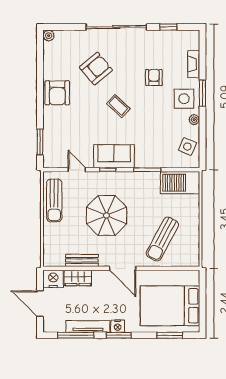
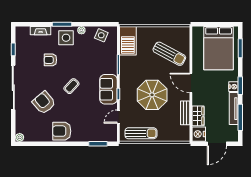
armchair: (57, 93) -> (62, 131), turned 180
door: (123, 268) -> (191, 83), swing flipped

